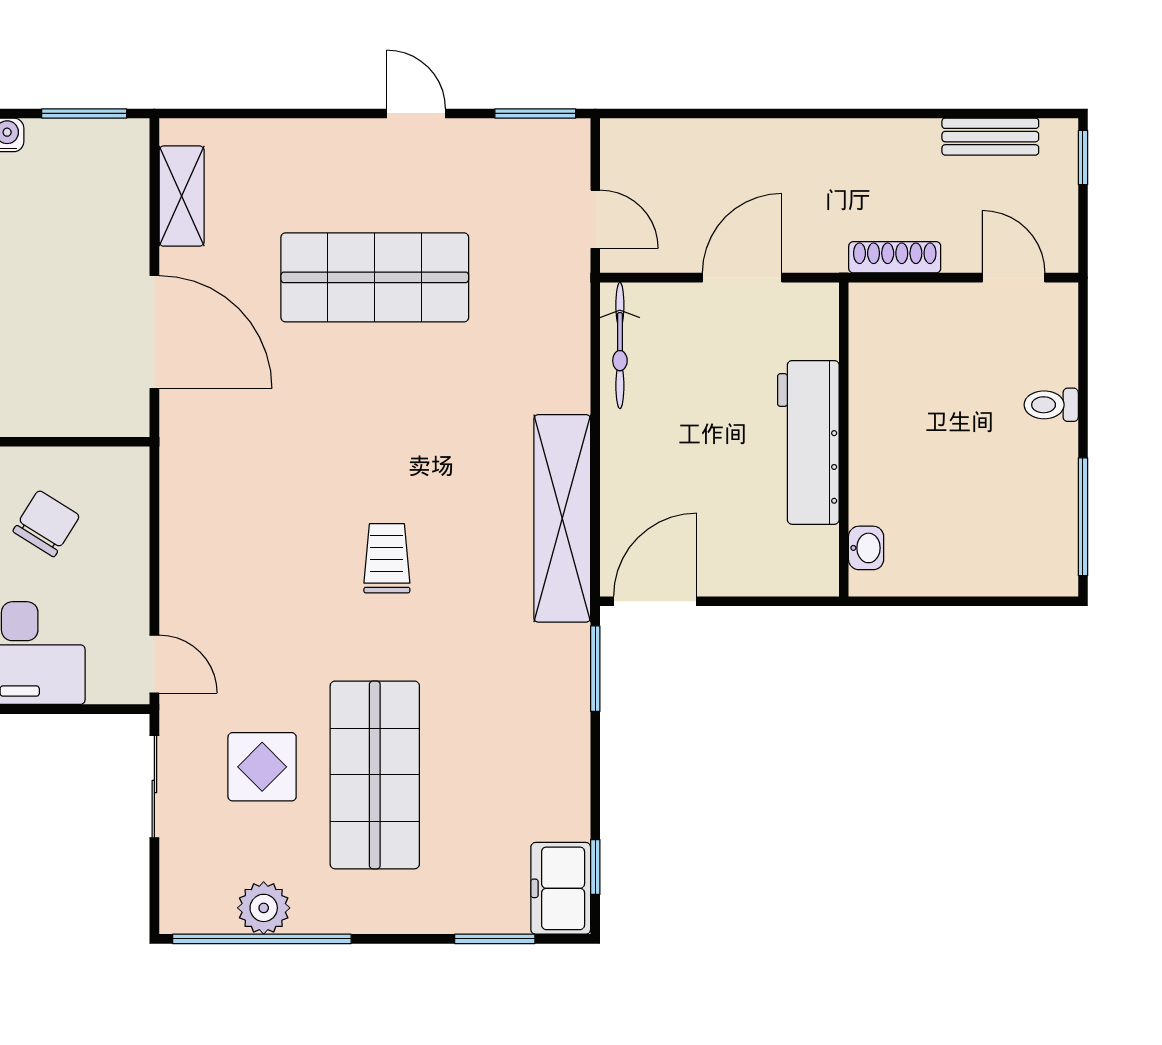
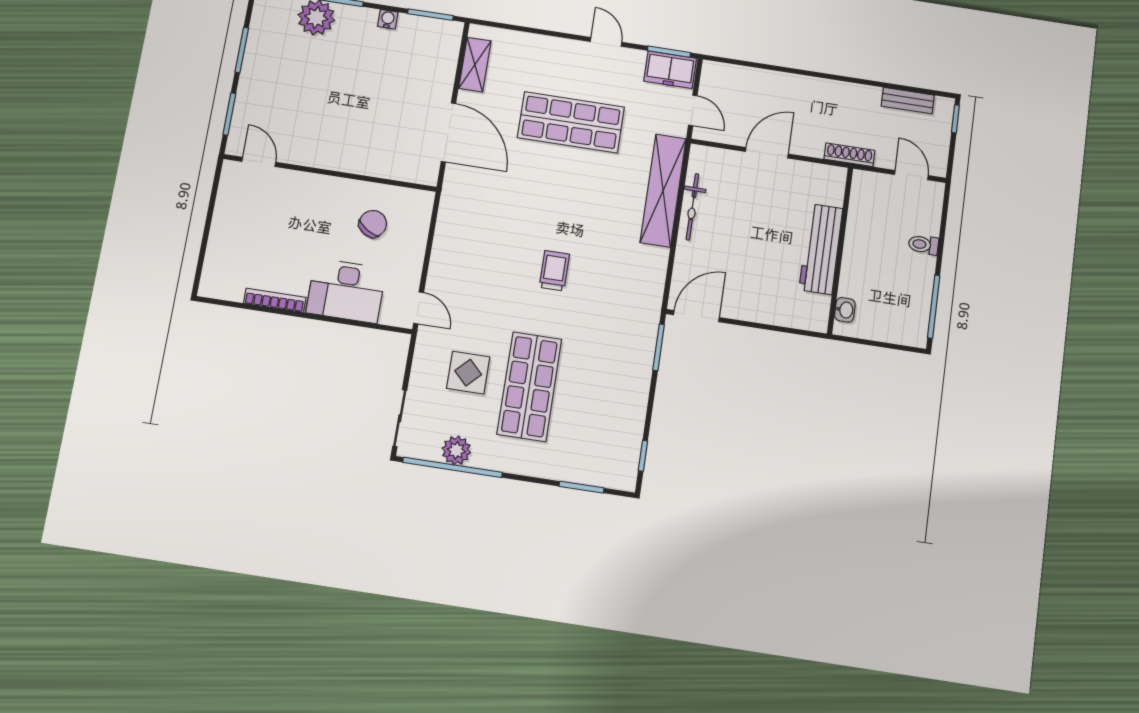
bicycle: (620, 345) -> (692, 207), moved
wall: (844, 439) -> (840, 250), moved
workbench: (808, 442) -> (821, 249), moved
shelving: (562, 518) -> (663, 190), moved
washbasin: (866, 548) -> (845, 310), moved
sliding door: (154, 787) -> (400, 418), moved
freezer: (561, 888) -> (670, 70), moved, turned -90

